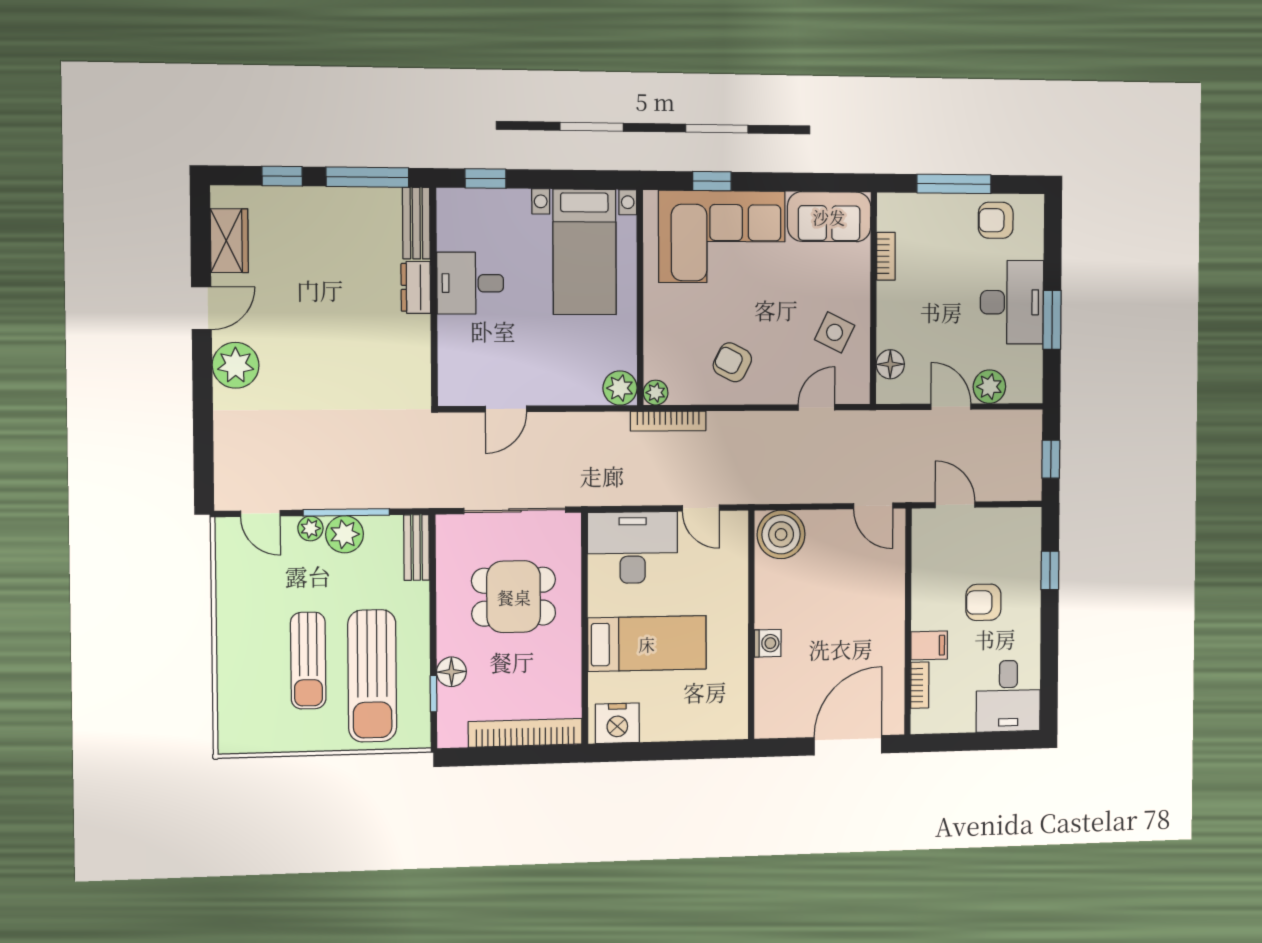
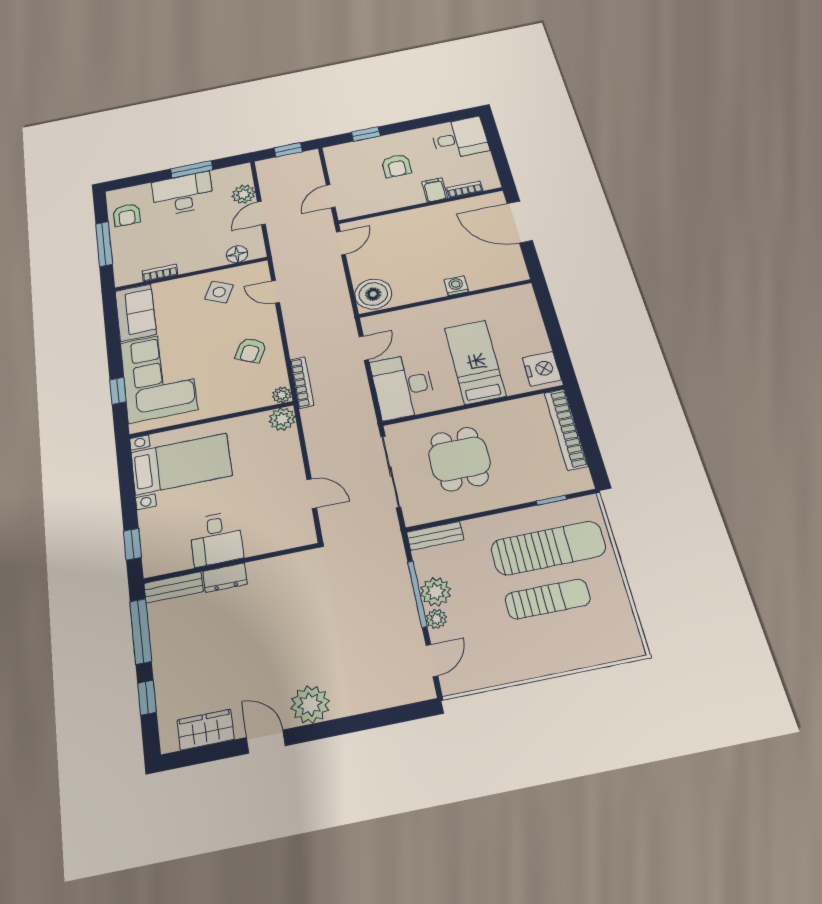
floor lamp: (451, 672) -> (530, 491), removed

